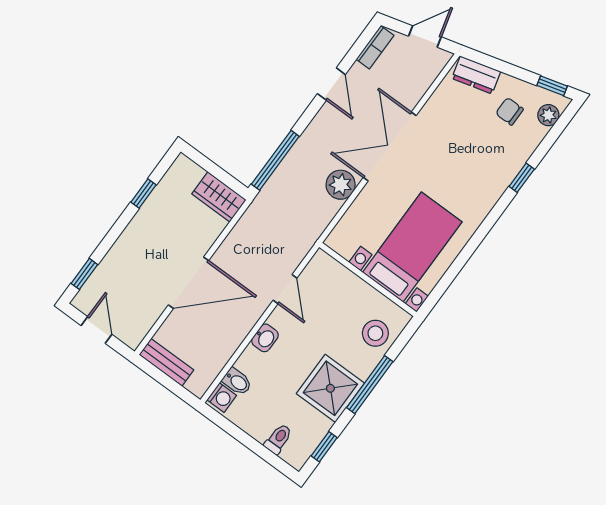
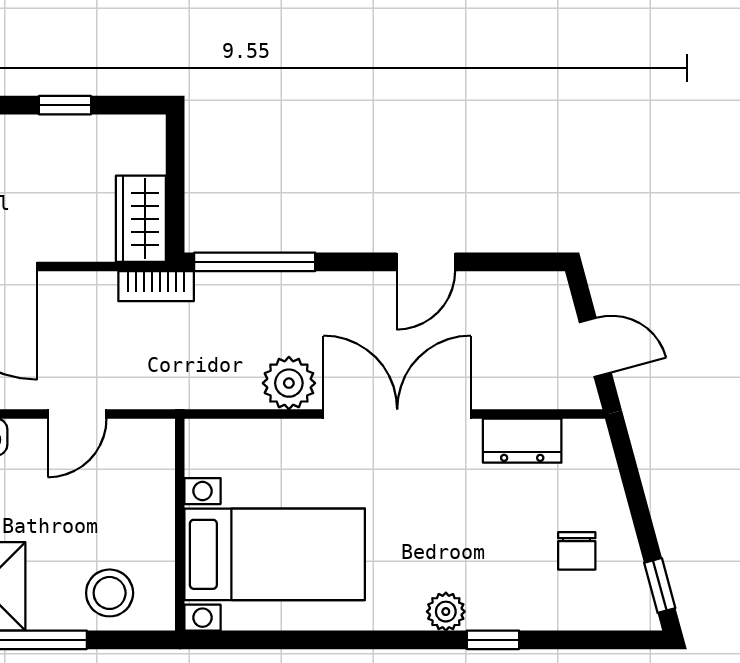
bookcase: (375, 47) -> (156, 286), moved
dresser: (476, 75) -> (522, 441), moved, turned -75
chair: (510, 111) -> (577, 551), turned 180
plant: (548, 115) -> (446, 612), moved

